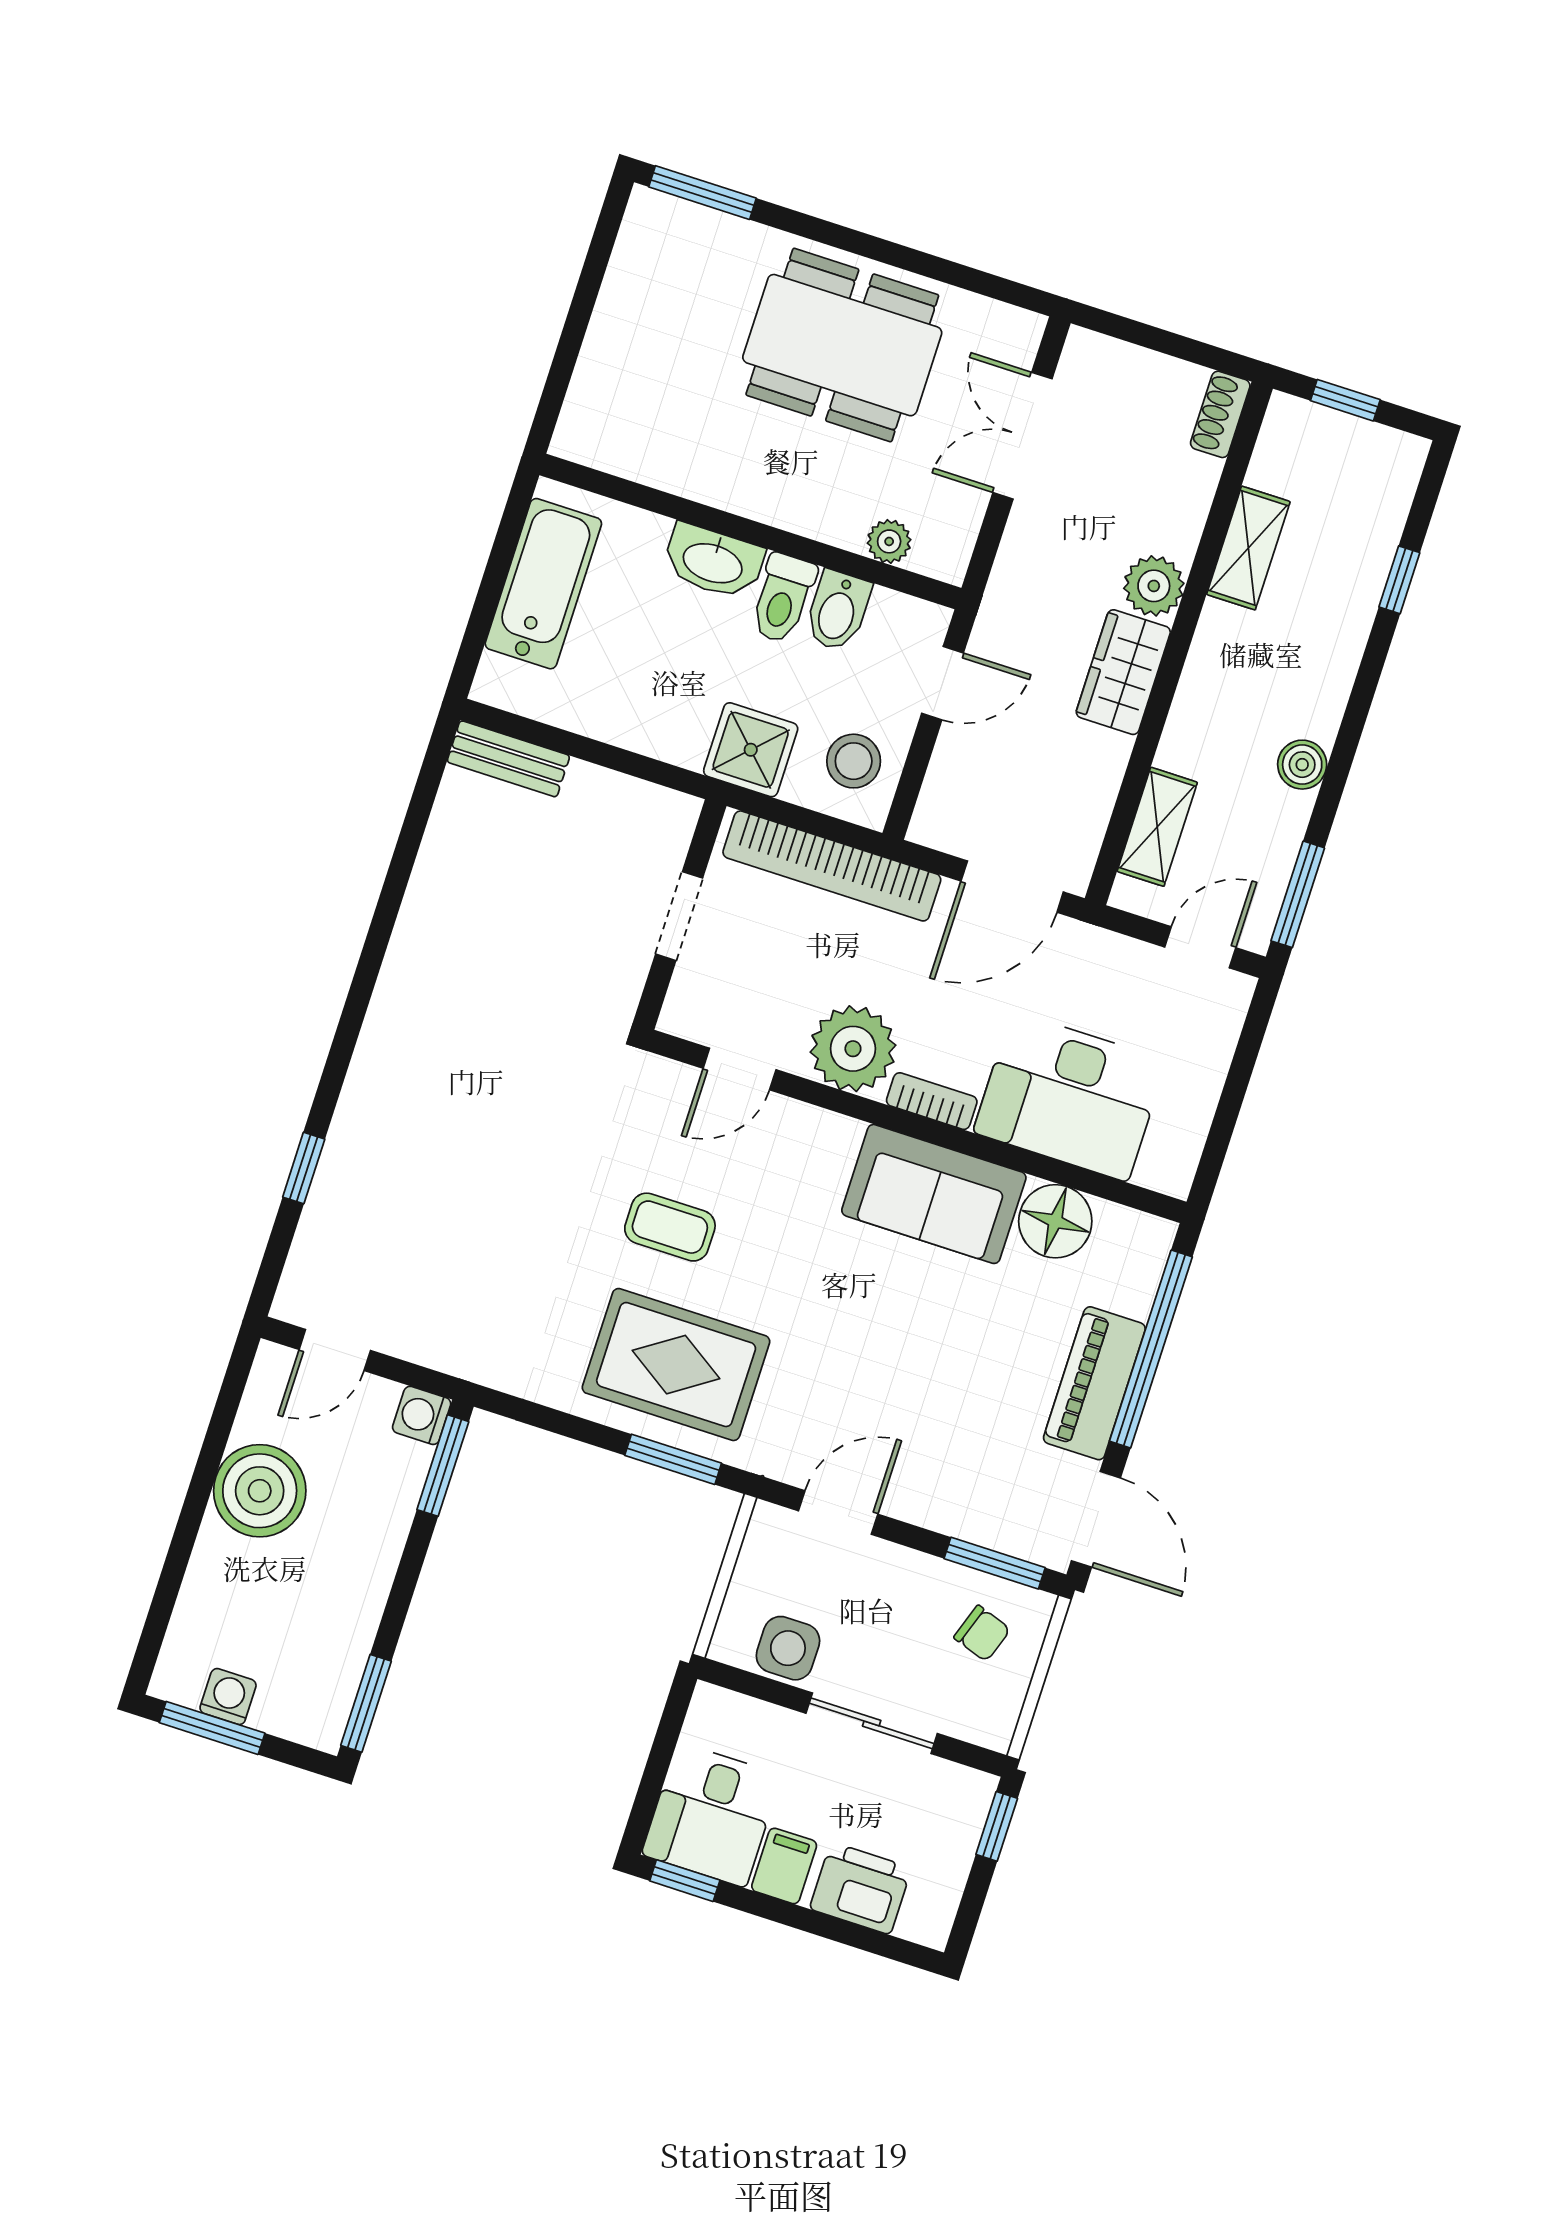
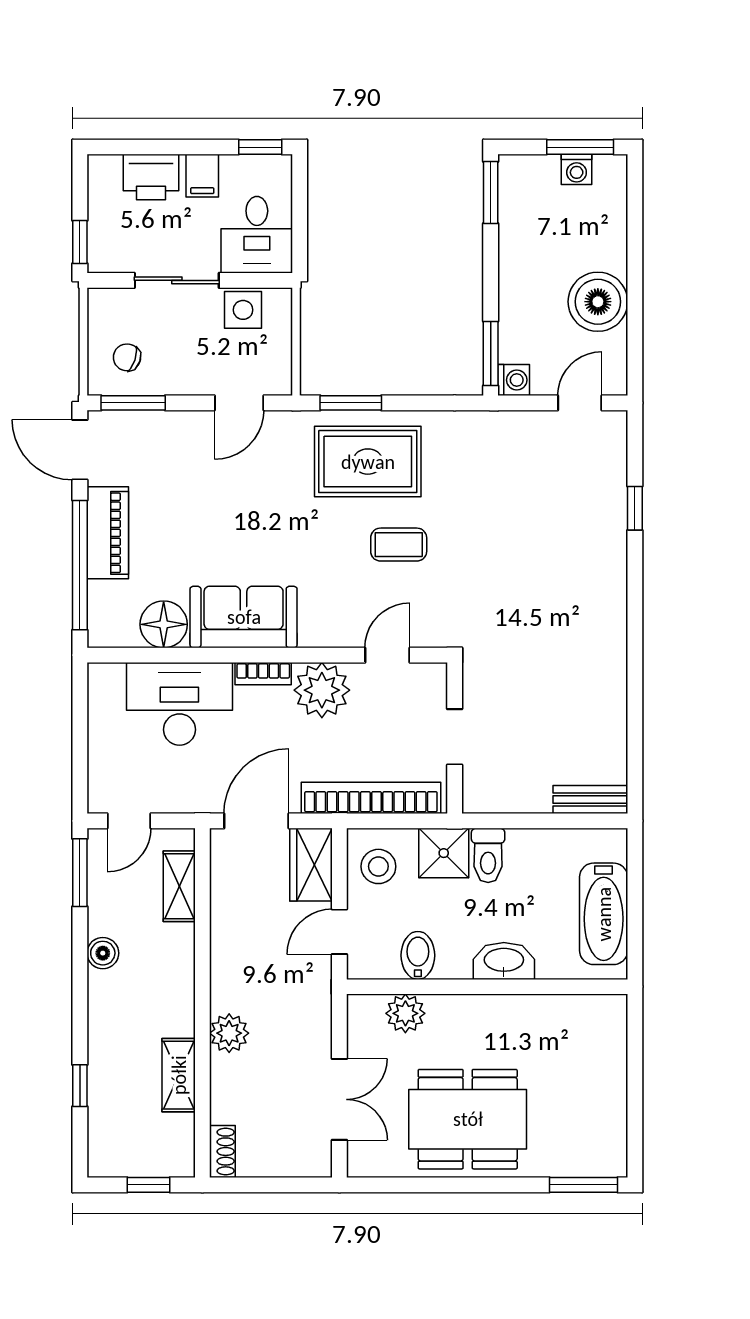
plant: (889, 541) -> (405, 1013), width x1.38, depth x1.38
toilet: (783, 598) -> (488, 855), moved, turned 180
wardrobe: (1123, 672) -> (311, 865), moved, turned 180
desk: (712, 1815) -> (257, 235), moved, turned 180

